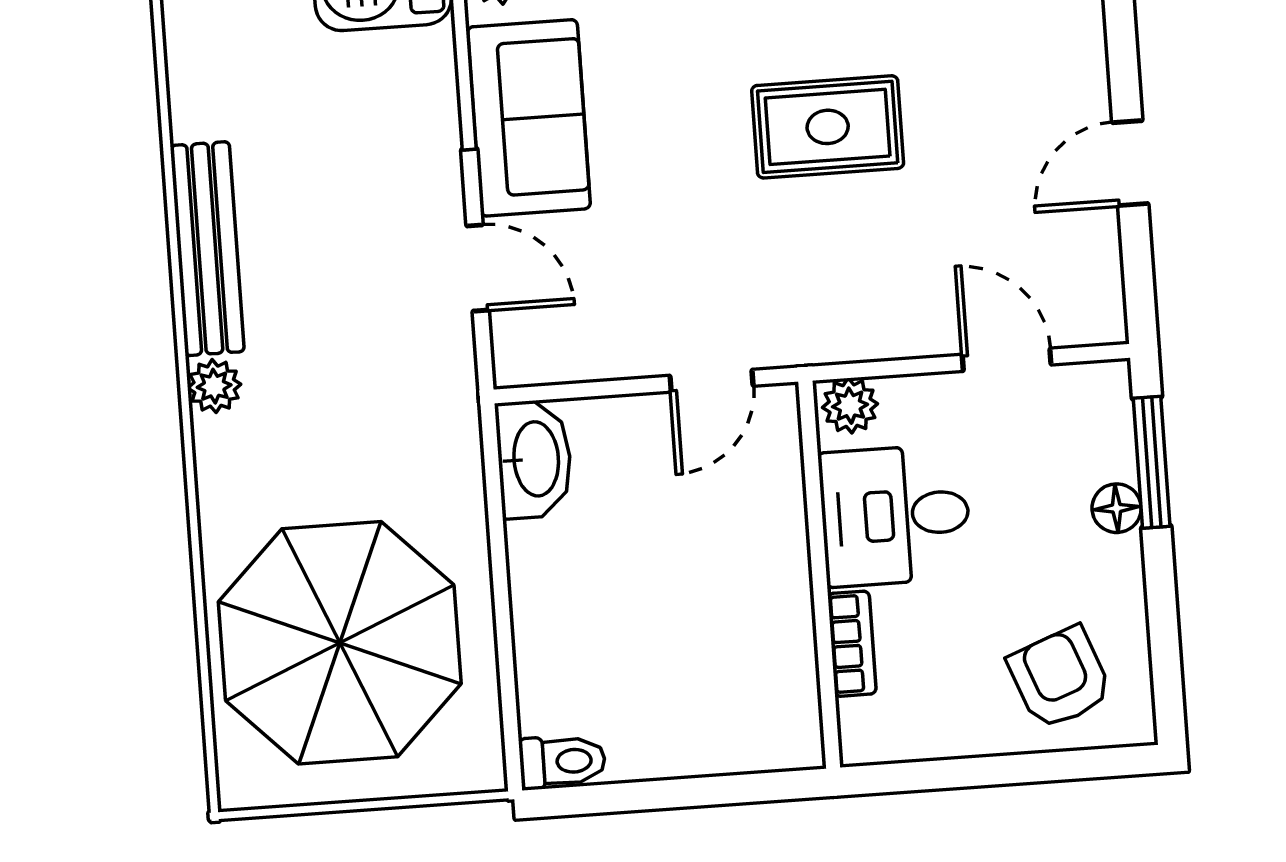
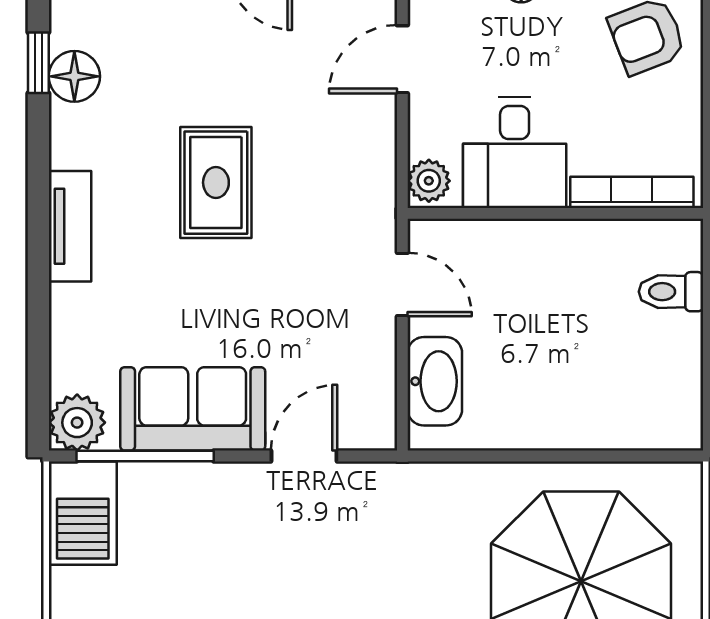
washbasin: (534, 459) -> (435, 381), moved, turned 90
bookcase: (852, 644) -> (632, 192), width x1.56
toilet: (562, 762) -> (671, 292), moved, turned -90

